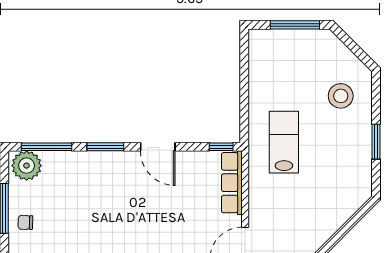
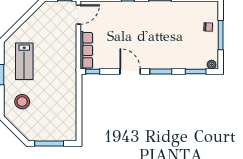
lab bench: (284, 142) -> (24, 61), moved
window: (47, 147) -> (196, 72), width x0.69
plant: (27, 166) -> (212, 65), width x0.53, depth x0.53

